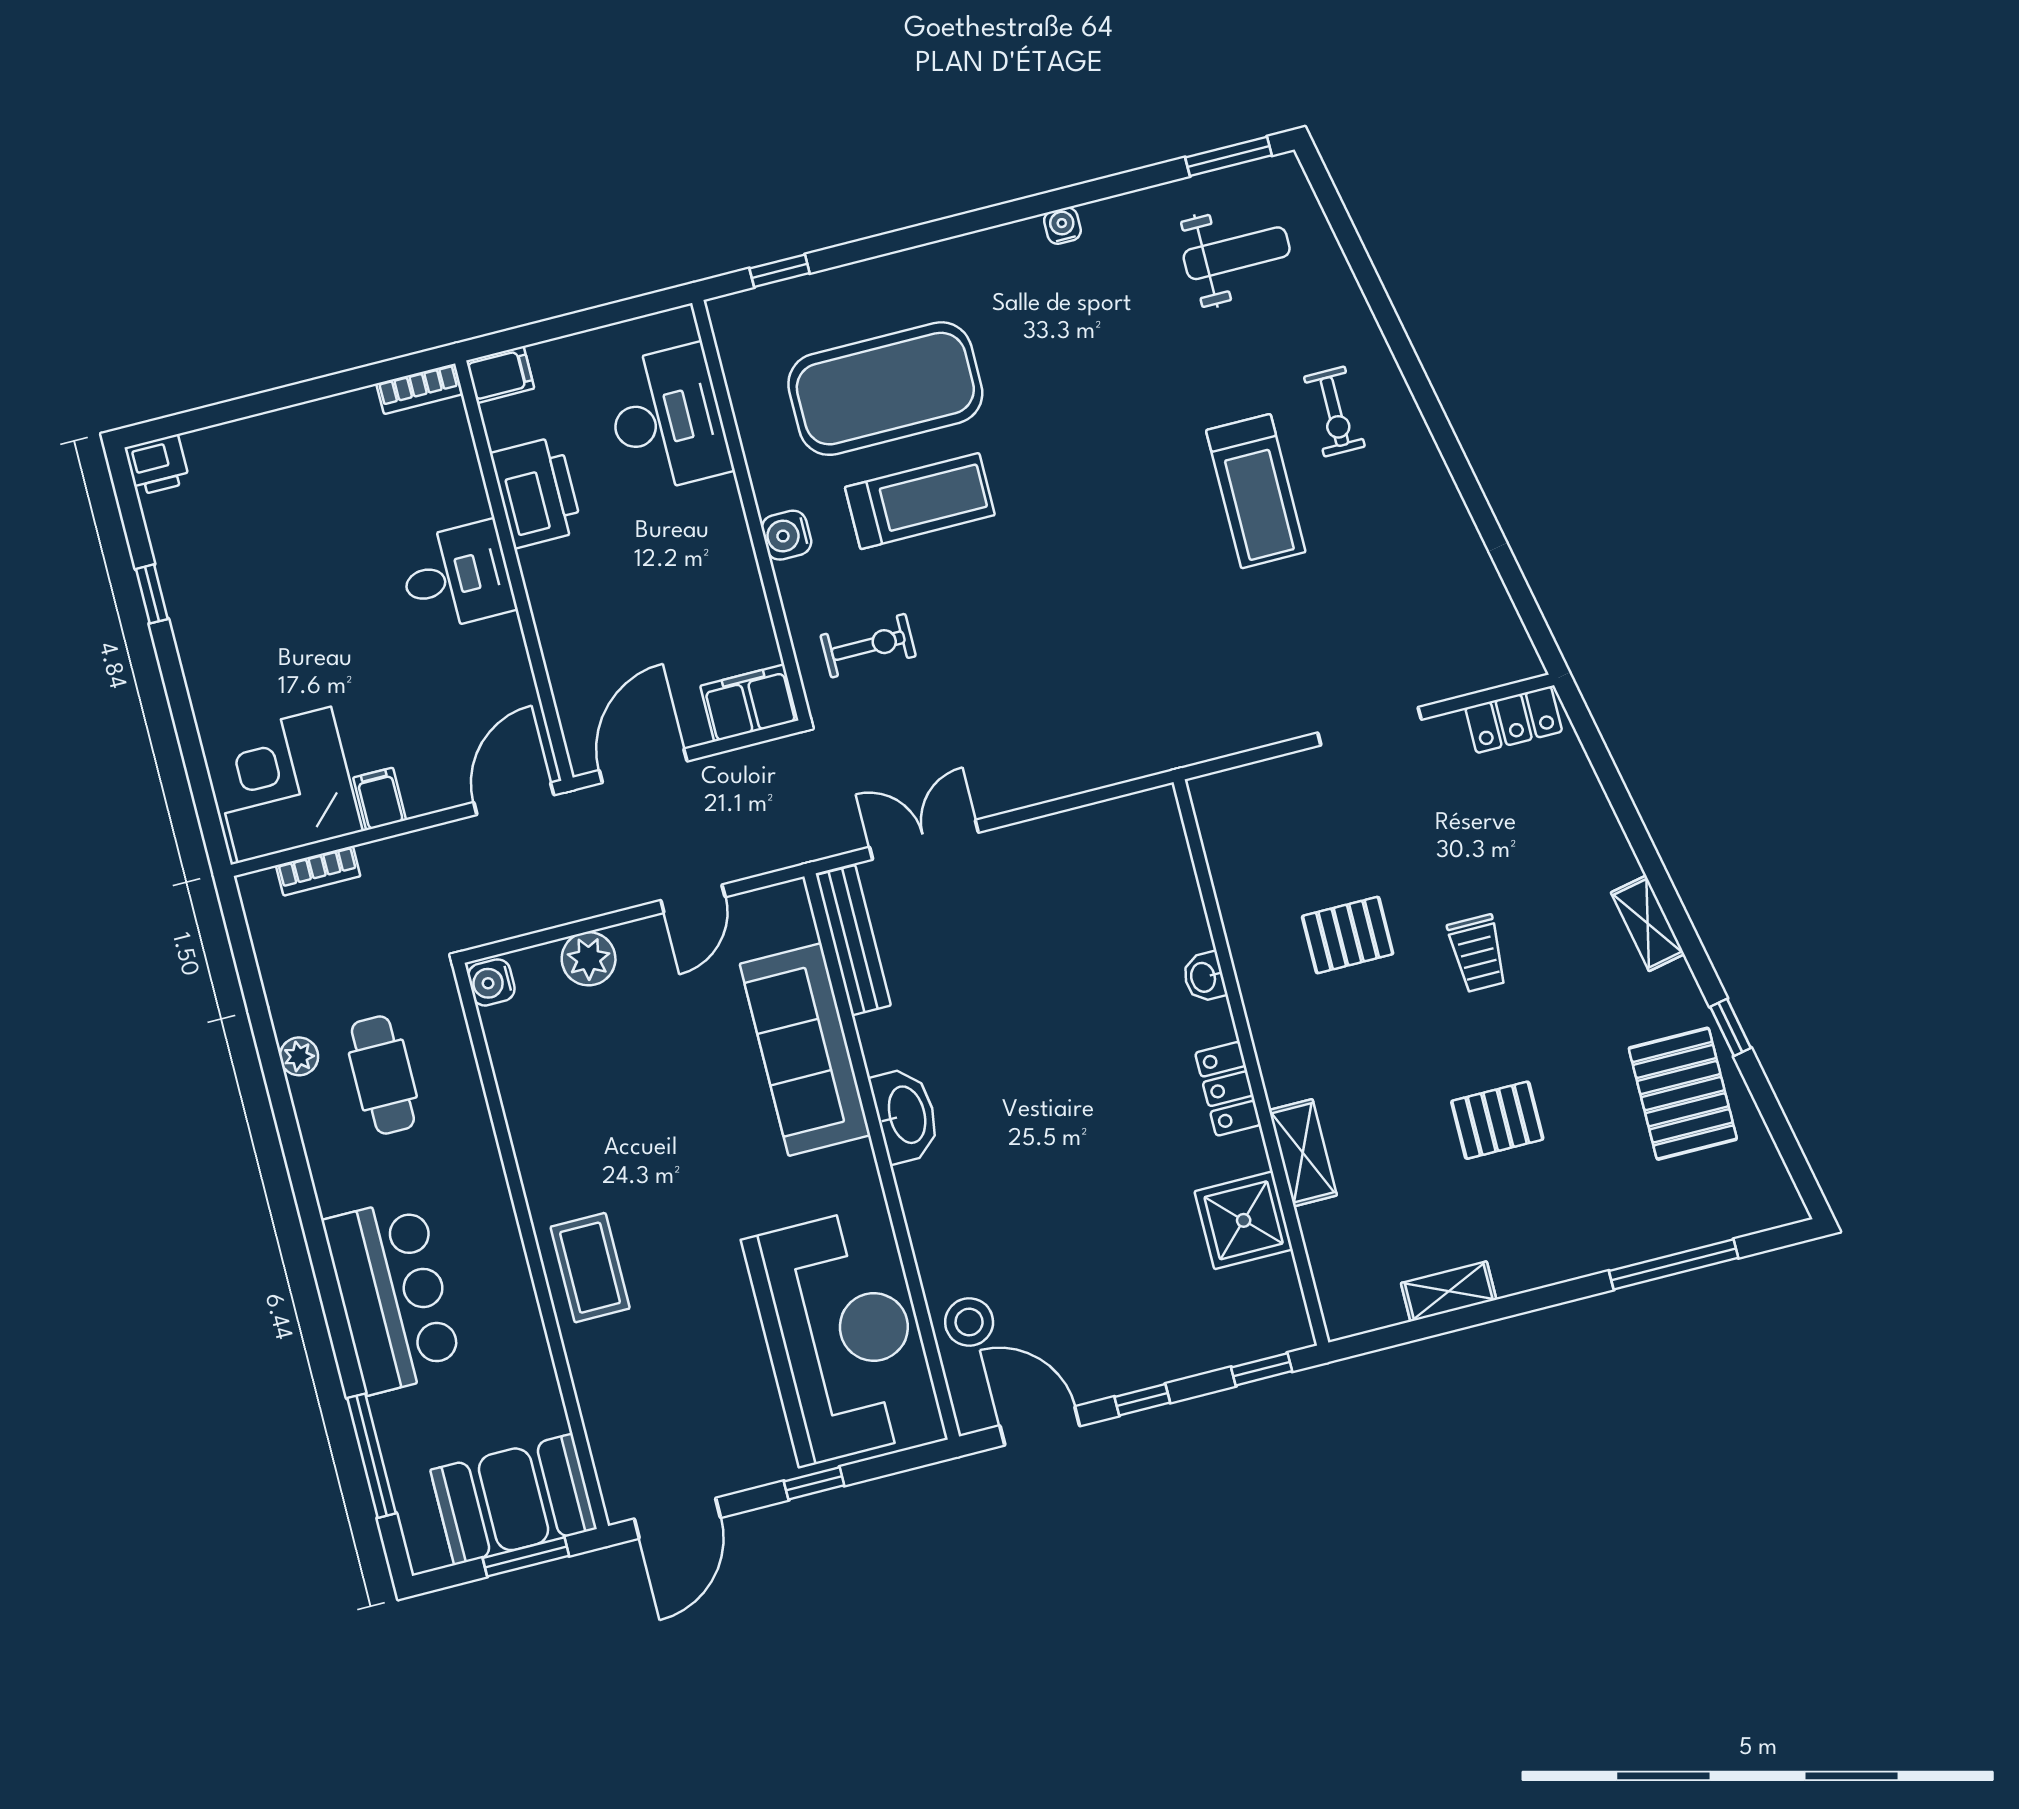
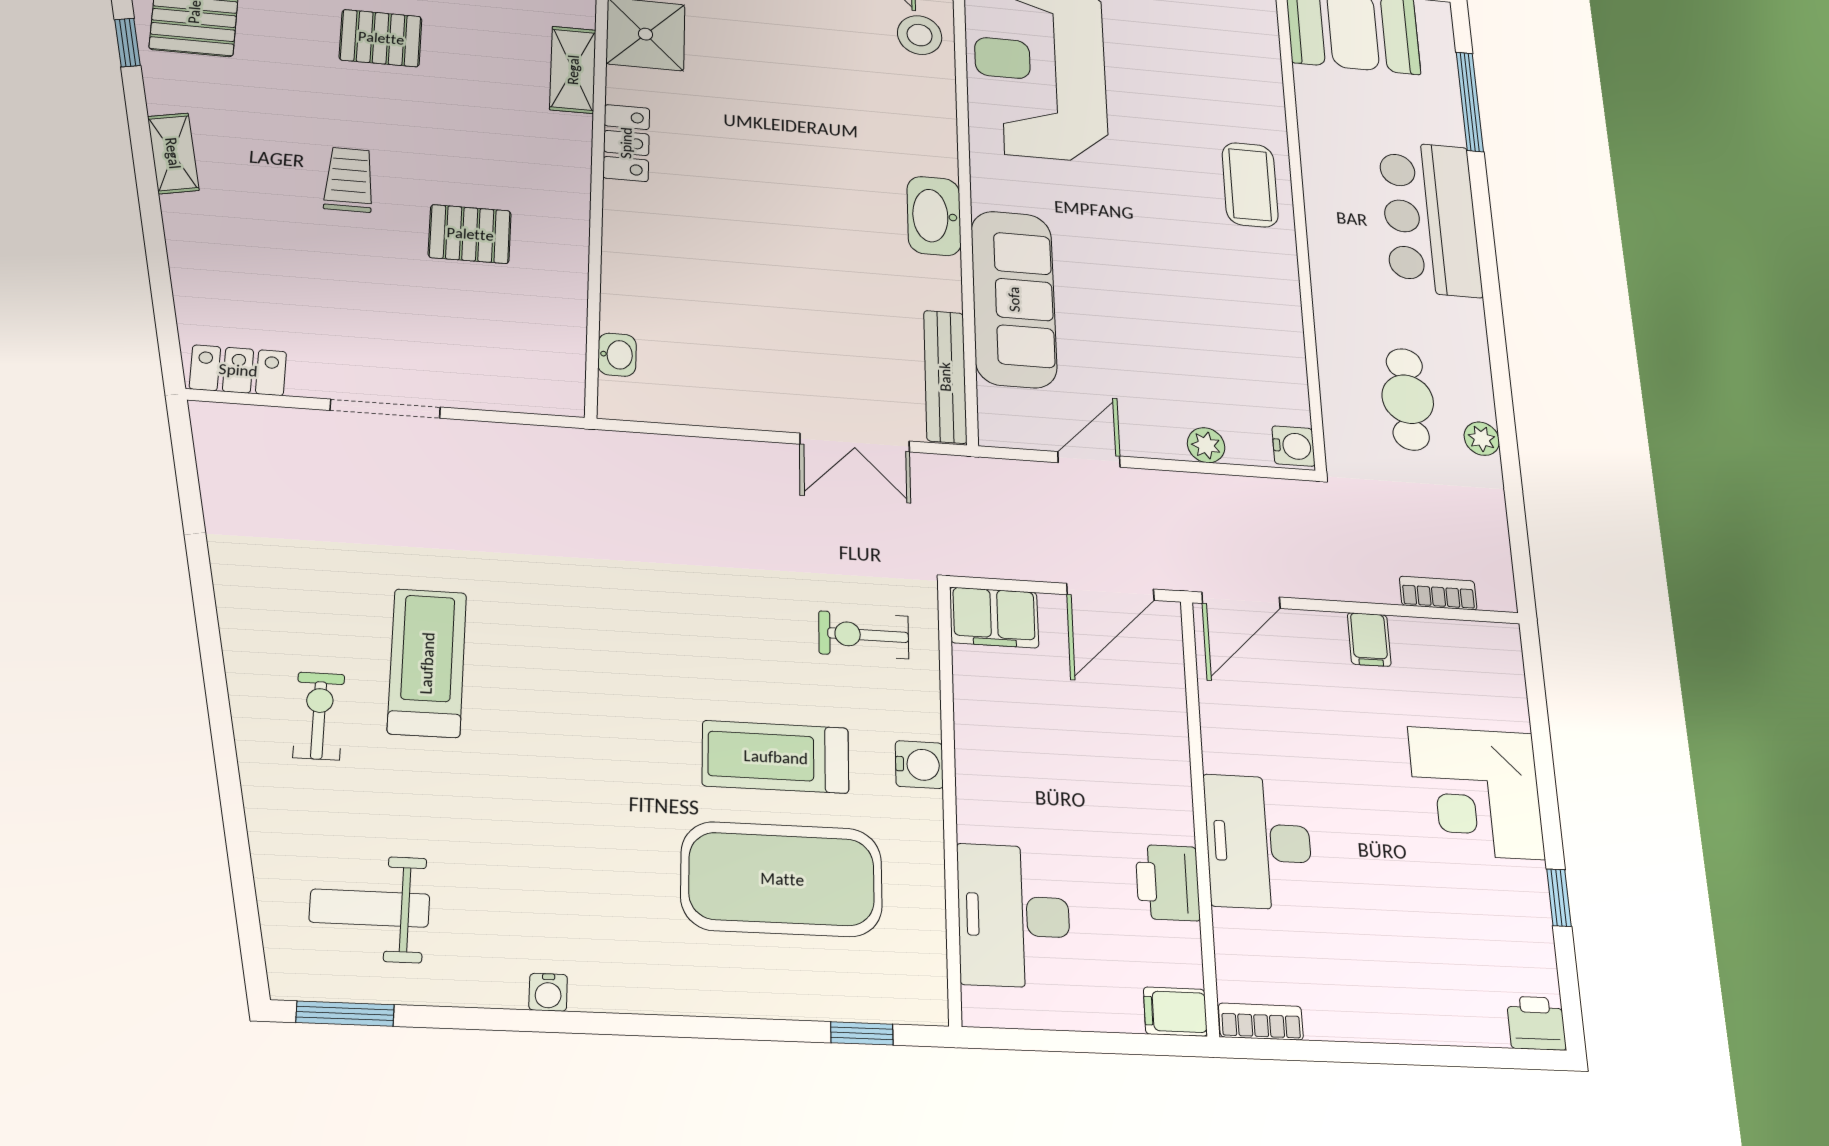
printer: (536, 492) -> (1168, 883), width x0.73, depth x0.84
desk: (457, 576) -> (1258, 842), width x1.37
corner desk: (284, 785) -> (1476, 793), moved, turned 90
plant: (589, 959) -> (1206, 445), width x0.73, depth x0.73
washbasin: (1204, 977) -> (617, 355), moved

